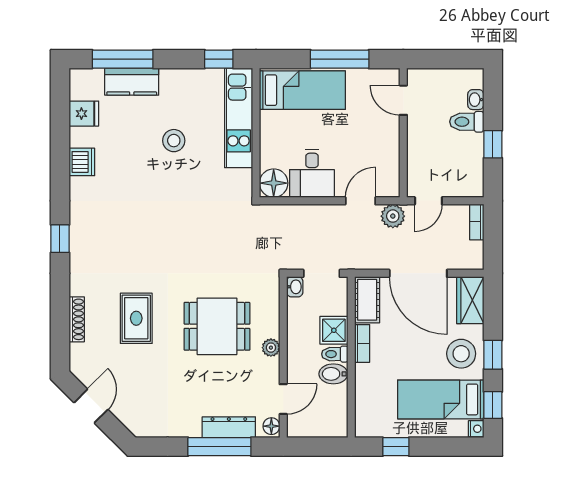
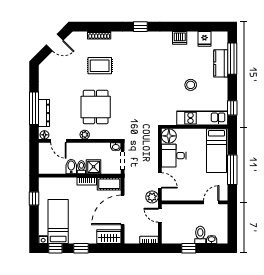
stool: (461, 354) -> (82, 232), removed

